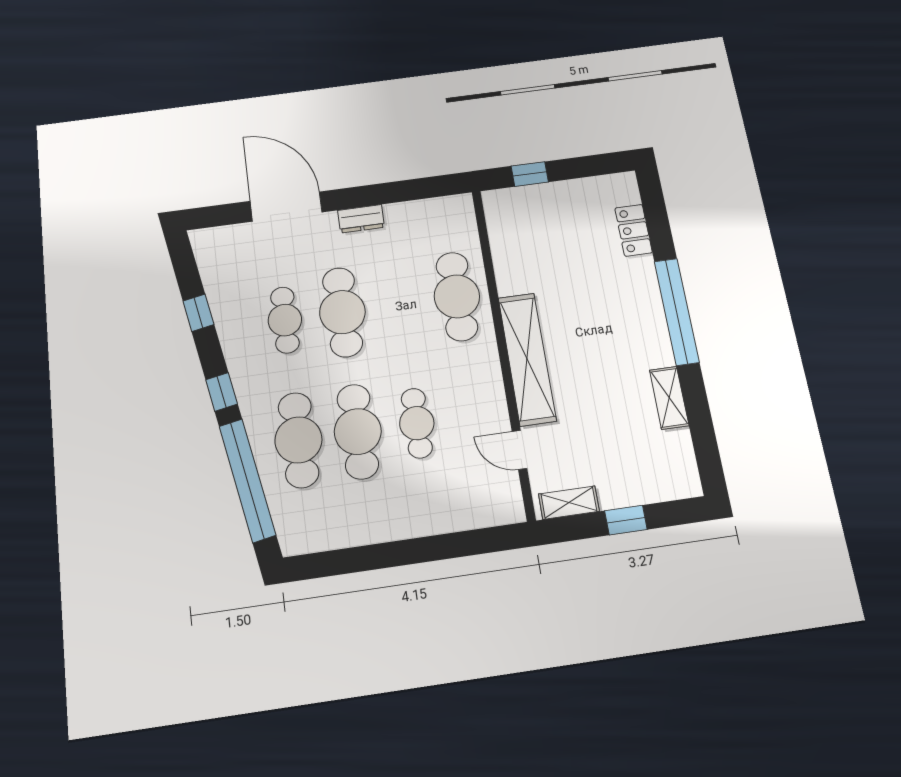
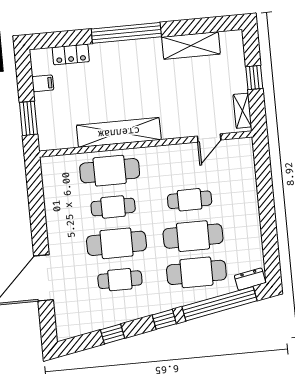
window: (530, 174) -> (28, 118), width x1.50
filing cabinet: (585, 192) -> (43, 83), added
dresser: (361, 219) -> (250, 279), moved, turned -100
cafe table: (400, 304) -> (113, 207), added
shelving: (527, 359) -> (119, 132), moved
shelving: (669, 398) -> (191, 46), width x1.50, depth x1.33

